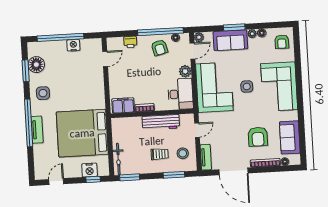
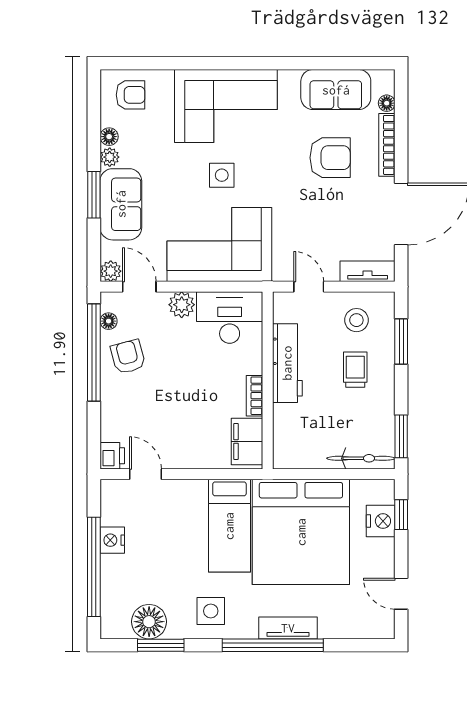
printer: (130, 42) -> (112, 456), moved
armchair: (159, 48) -> (128, 357), turned -90
bed: (83, 100) -> (229, 526), added

